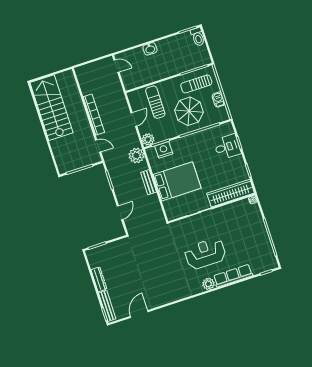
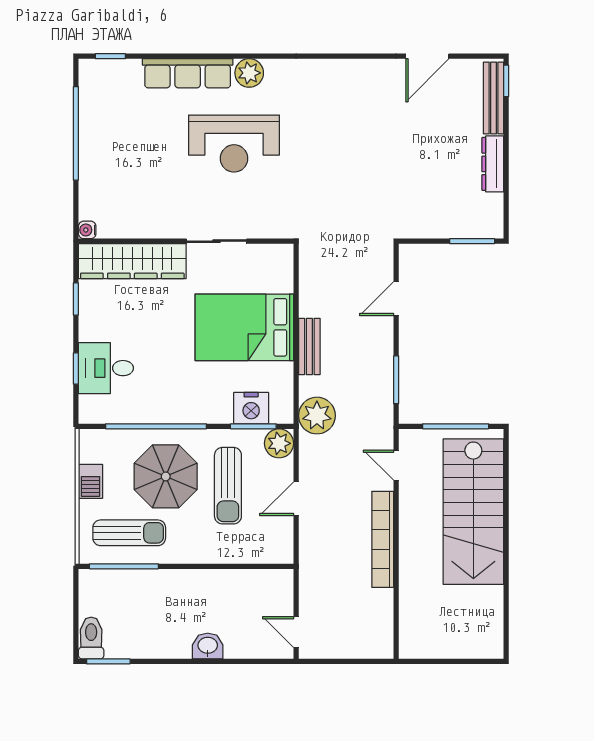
sun lounger: (155, 102) -> (228, 486), moved
stairs: (51, 108) -> (473, 512), moved

